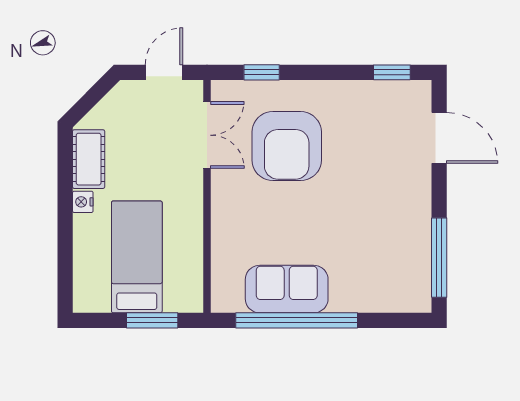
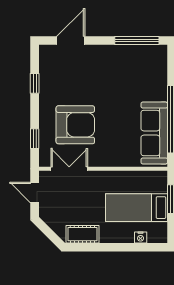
window: (392, 72) -> (35, 83), moved
nightstand: (83, 202) -> (141, 237), moved
sofa: (287, 289) -> (154, 133), width x1.36

